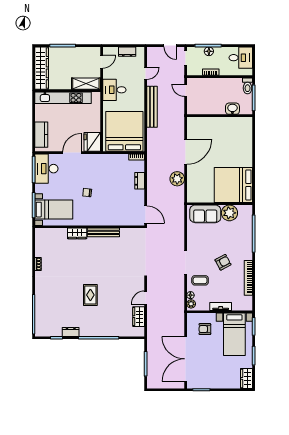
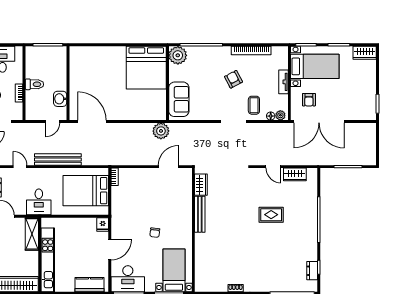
toilet: (248, 86) -> (34, 84), moved
door: (186, 90) -> (53, 121), moved
washbasin: (232, 109) -> (60, 99), moved
bed: (124, 131) -> (86, 191), width x0.73
fridge: (92, 142) -> (103, 225), width x0.53, depth x0.75
door: (186, 152) -> (92, 121), moved
door: (72, 153) -> (110, 250), swing flipped
plant: (177, 179) -> (161, 131), moved
dresser: (140, 181) -> (142, 173), removed
plant: (229, 213) -> (178, 55), moved
door: (146, 215) -> (168, 167), moved
wardrobe: (77, 233) -> (201, 185), moved
rug: (90, 295) -> (271, 215), moved
dresser: (71, 332) -> (312, 271), moved
double door: (186, 359) -> (319, 121), moved

